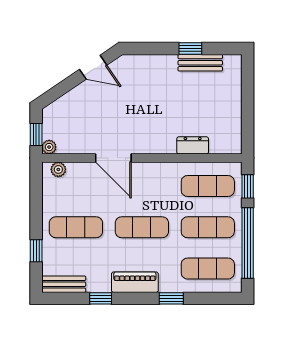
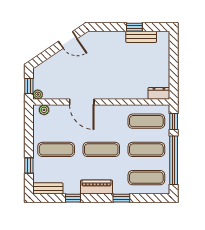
dresser: (193, 145) -> (159, 93), moved

